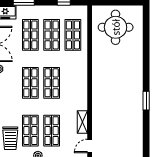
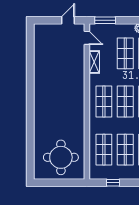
shop shelf: (73, 83) -> (104, 101), added
window: (146, 101) -> (30, 84), removed
door: (90, 146) -> (87, 38), hinge flipped

